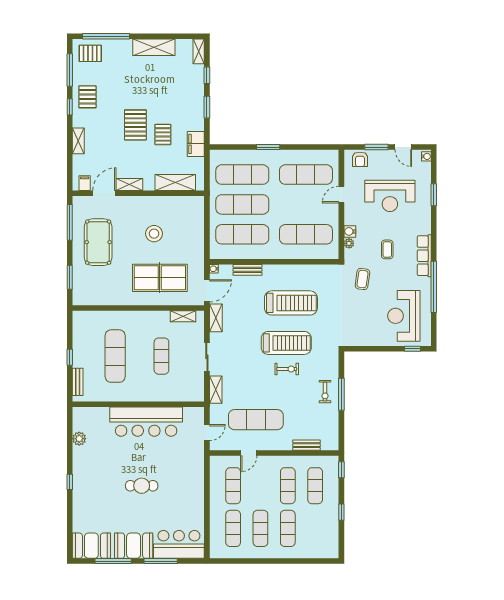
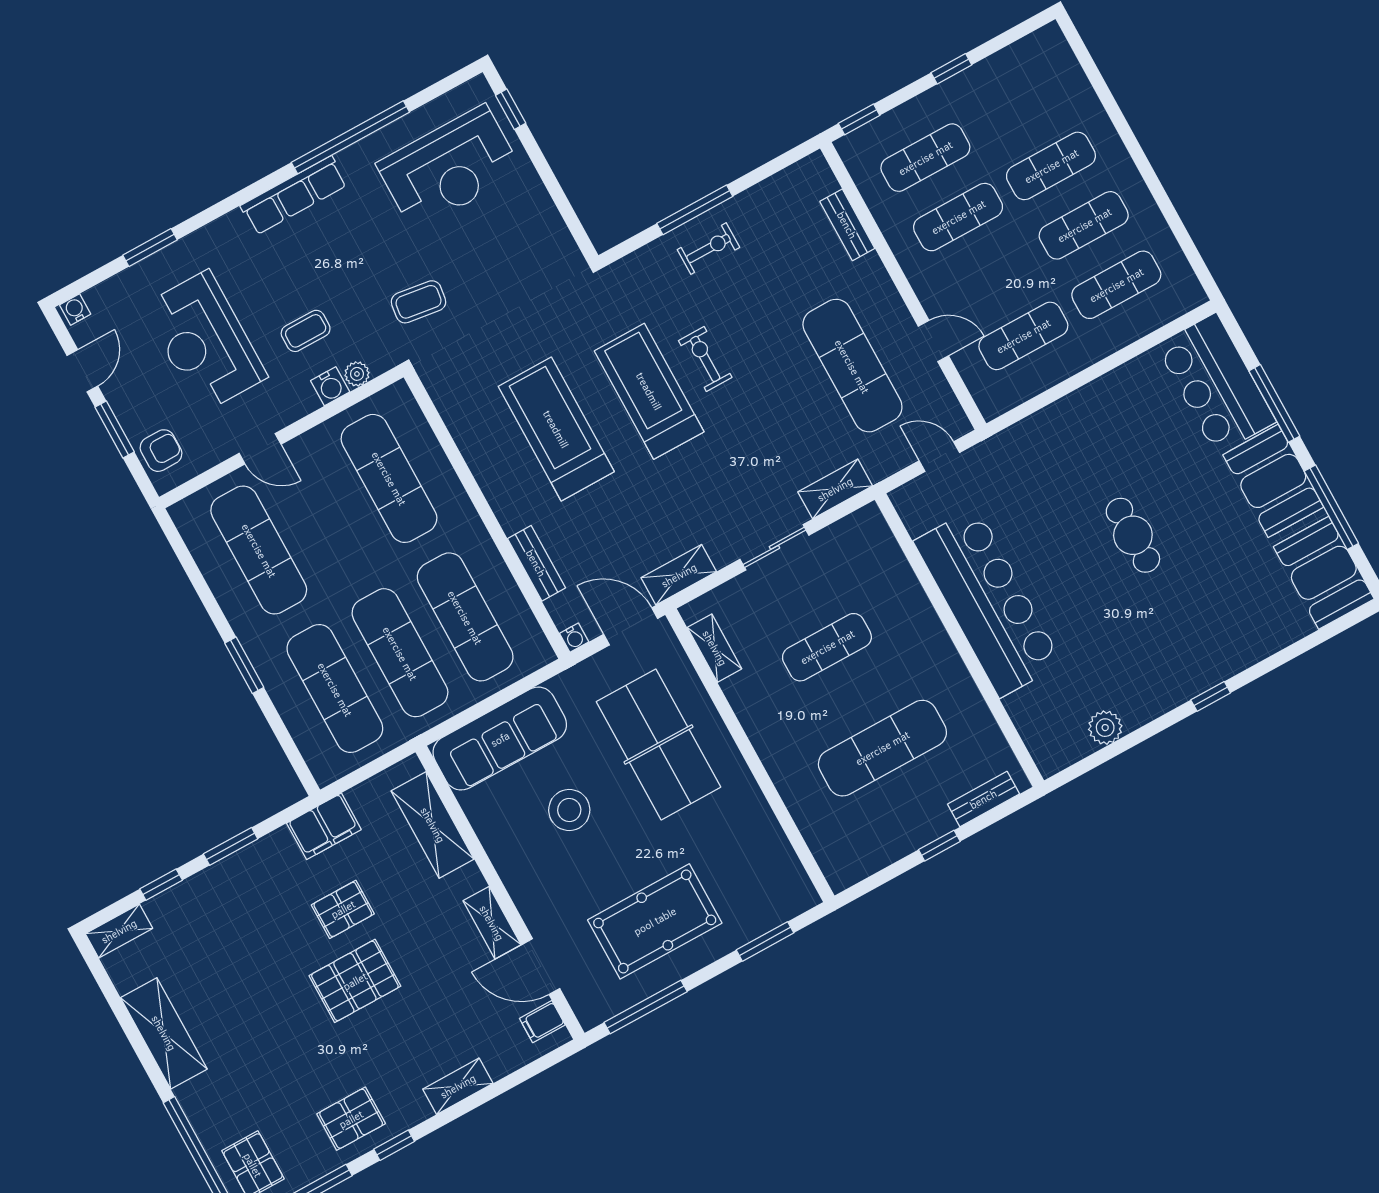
reception desk: (390, 196) -> (205, 342), turned 180
sofa: (193, 223) -> (500, 739), added
coffee table: (387, 249) -> (306, 331), moved

